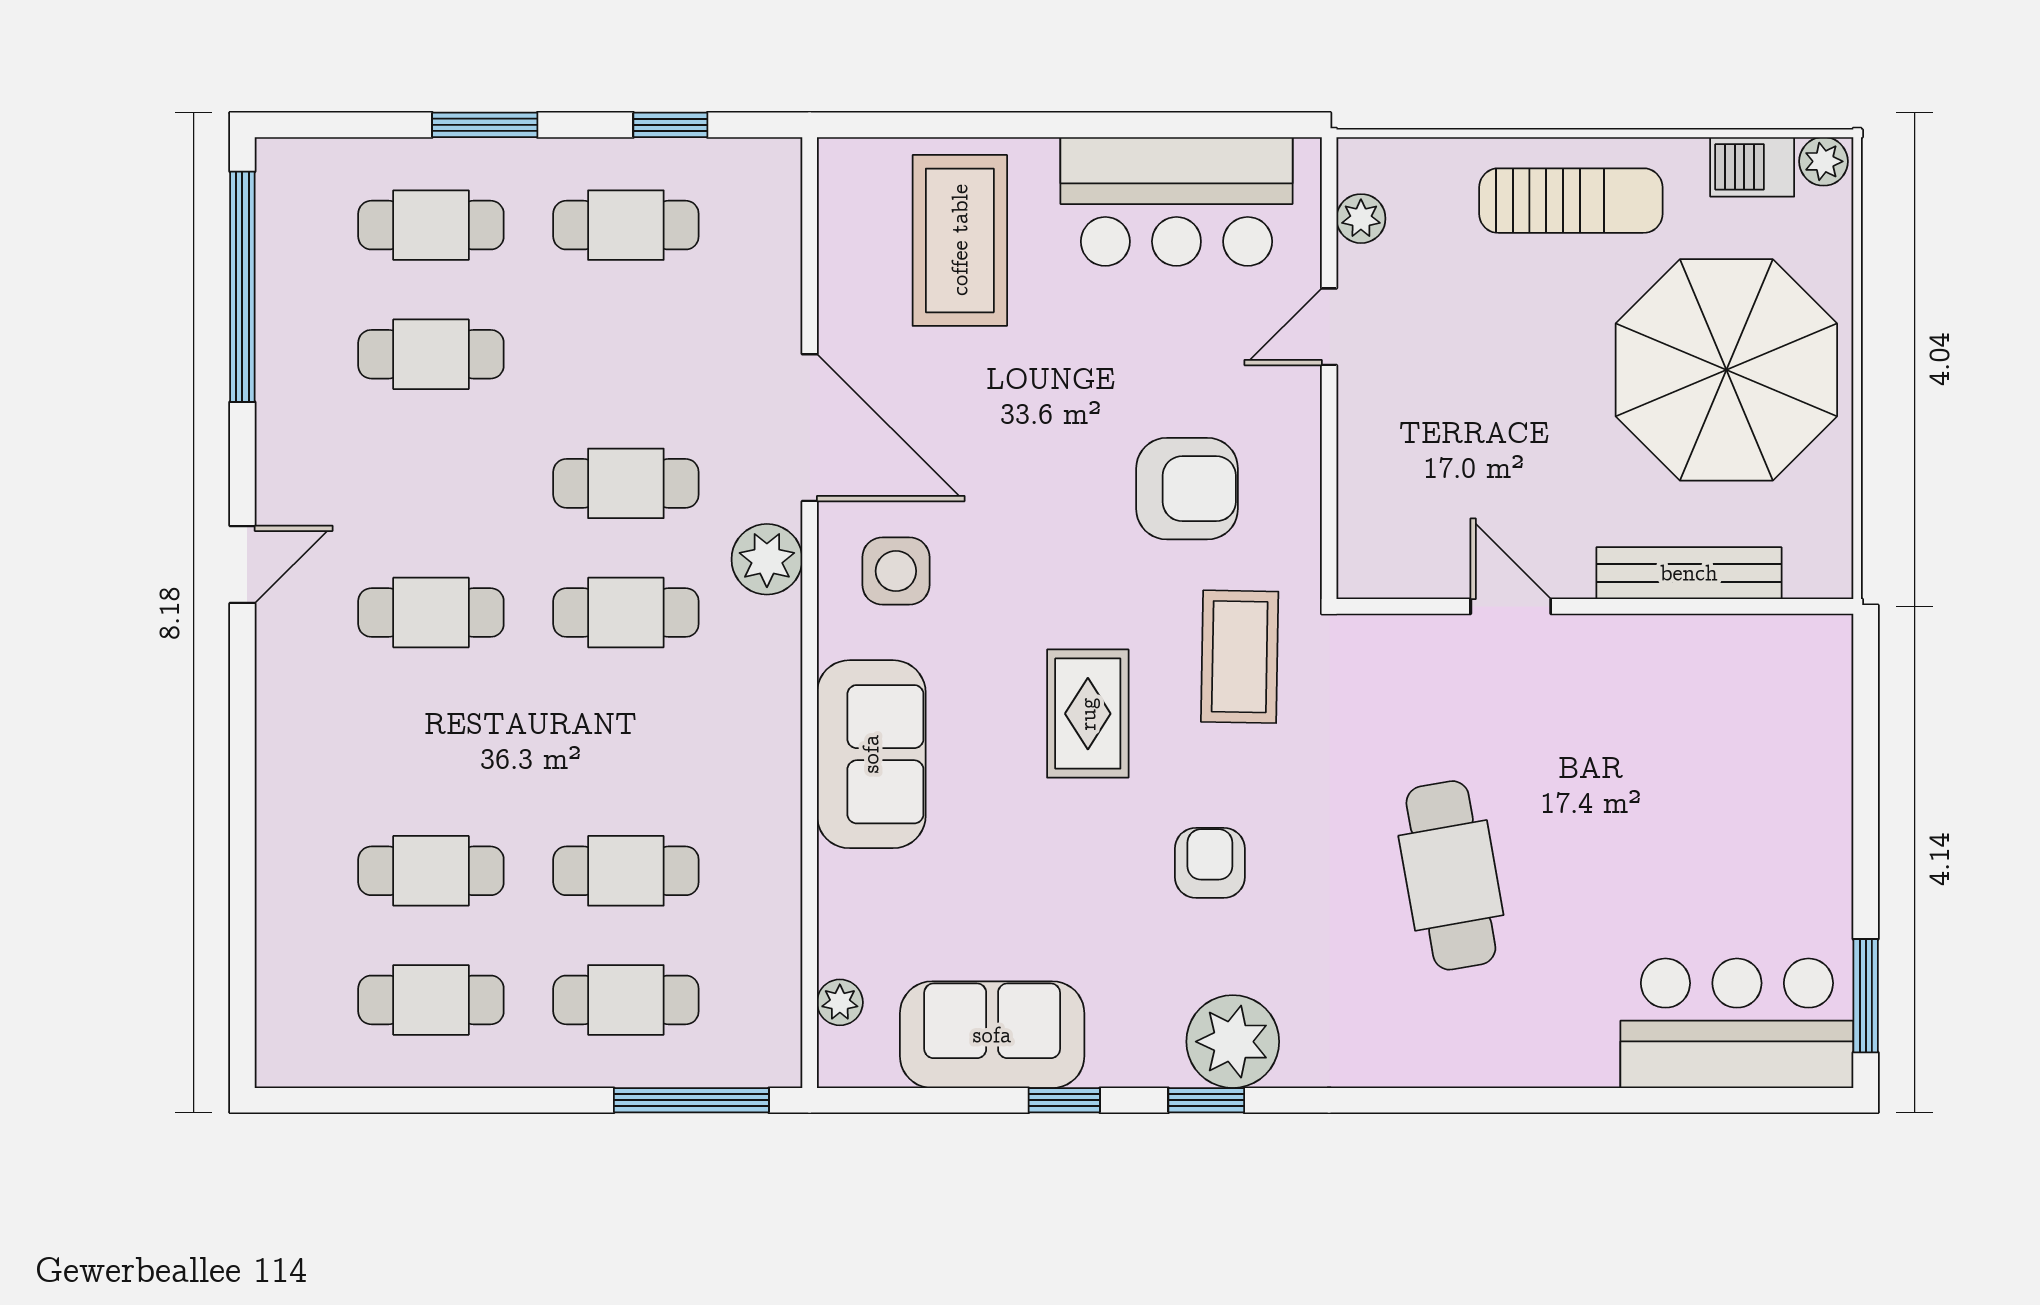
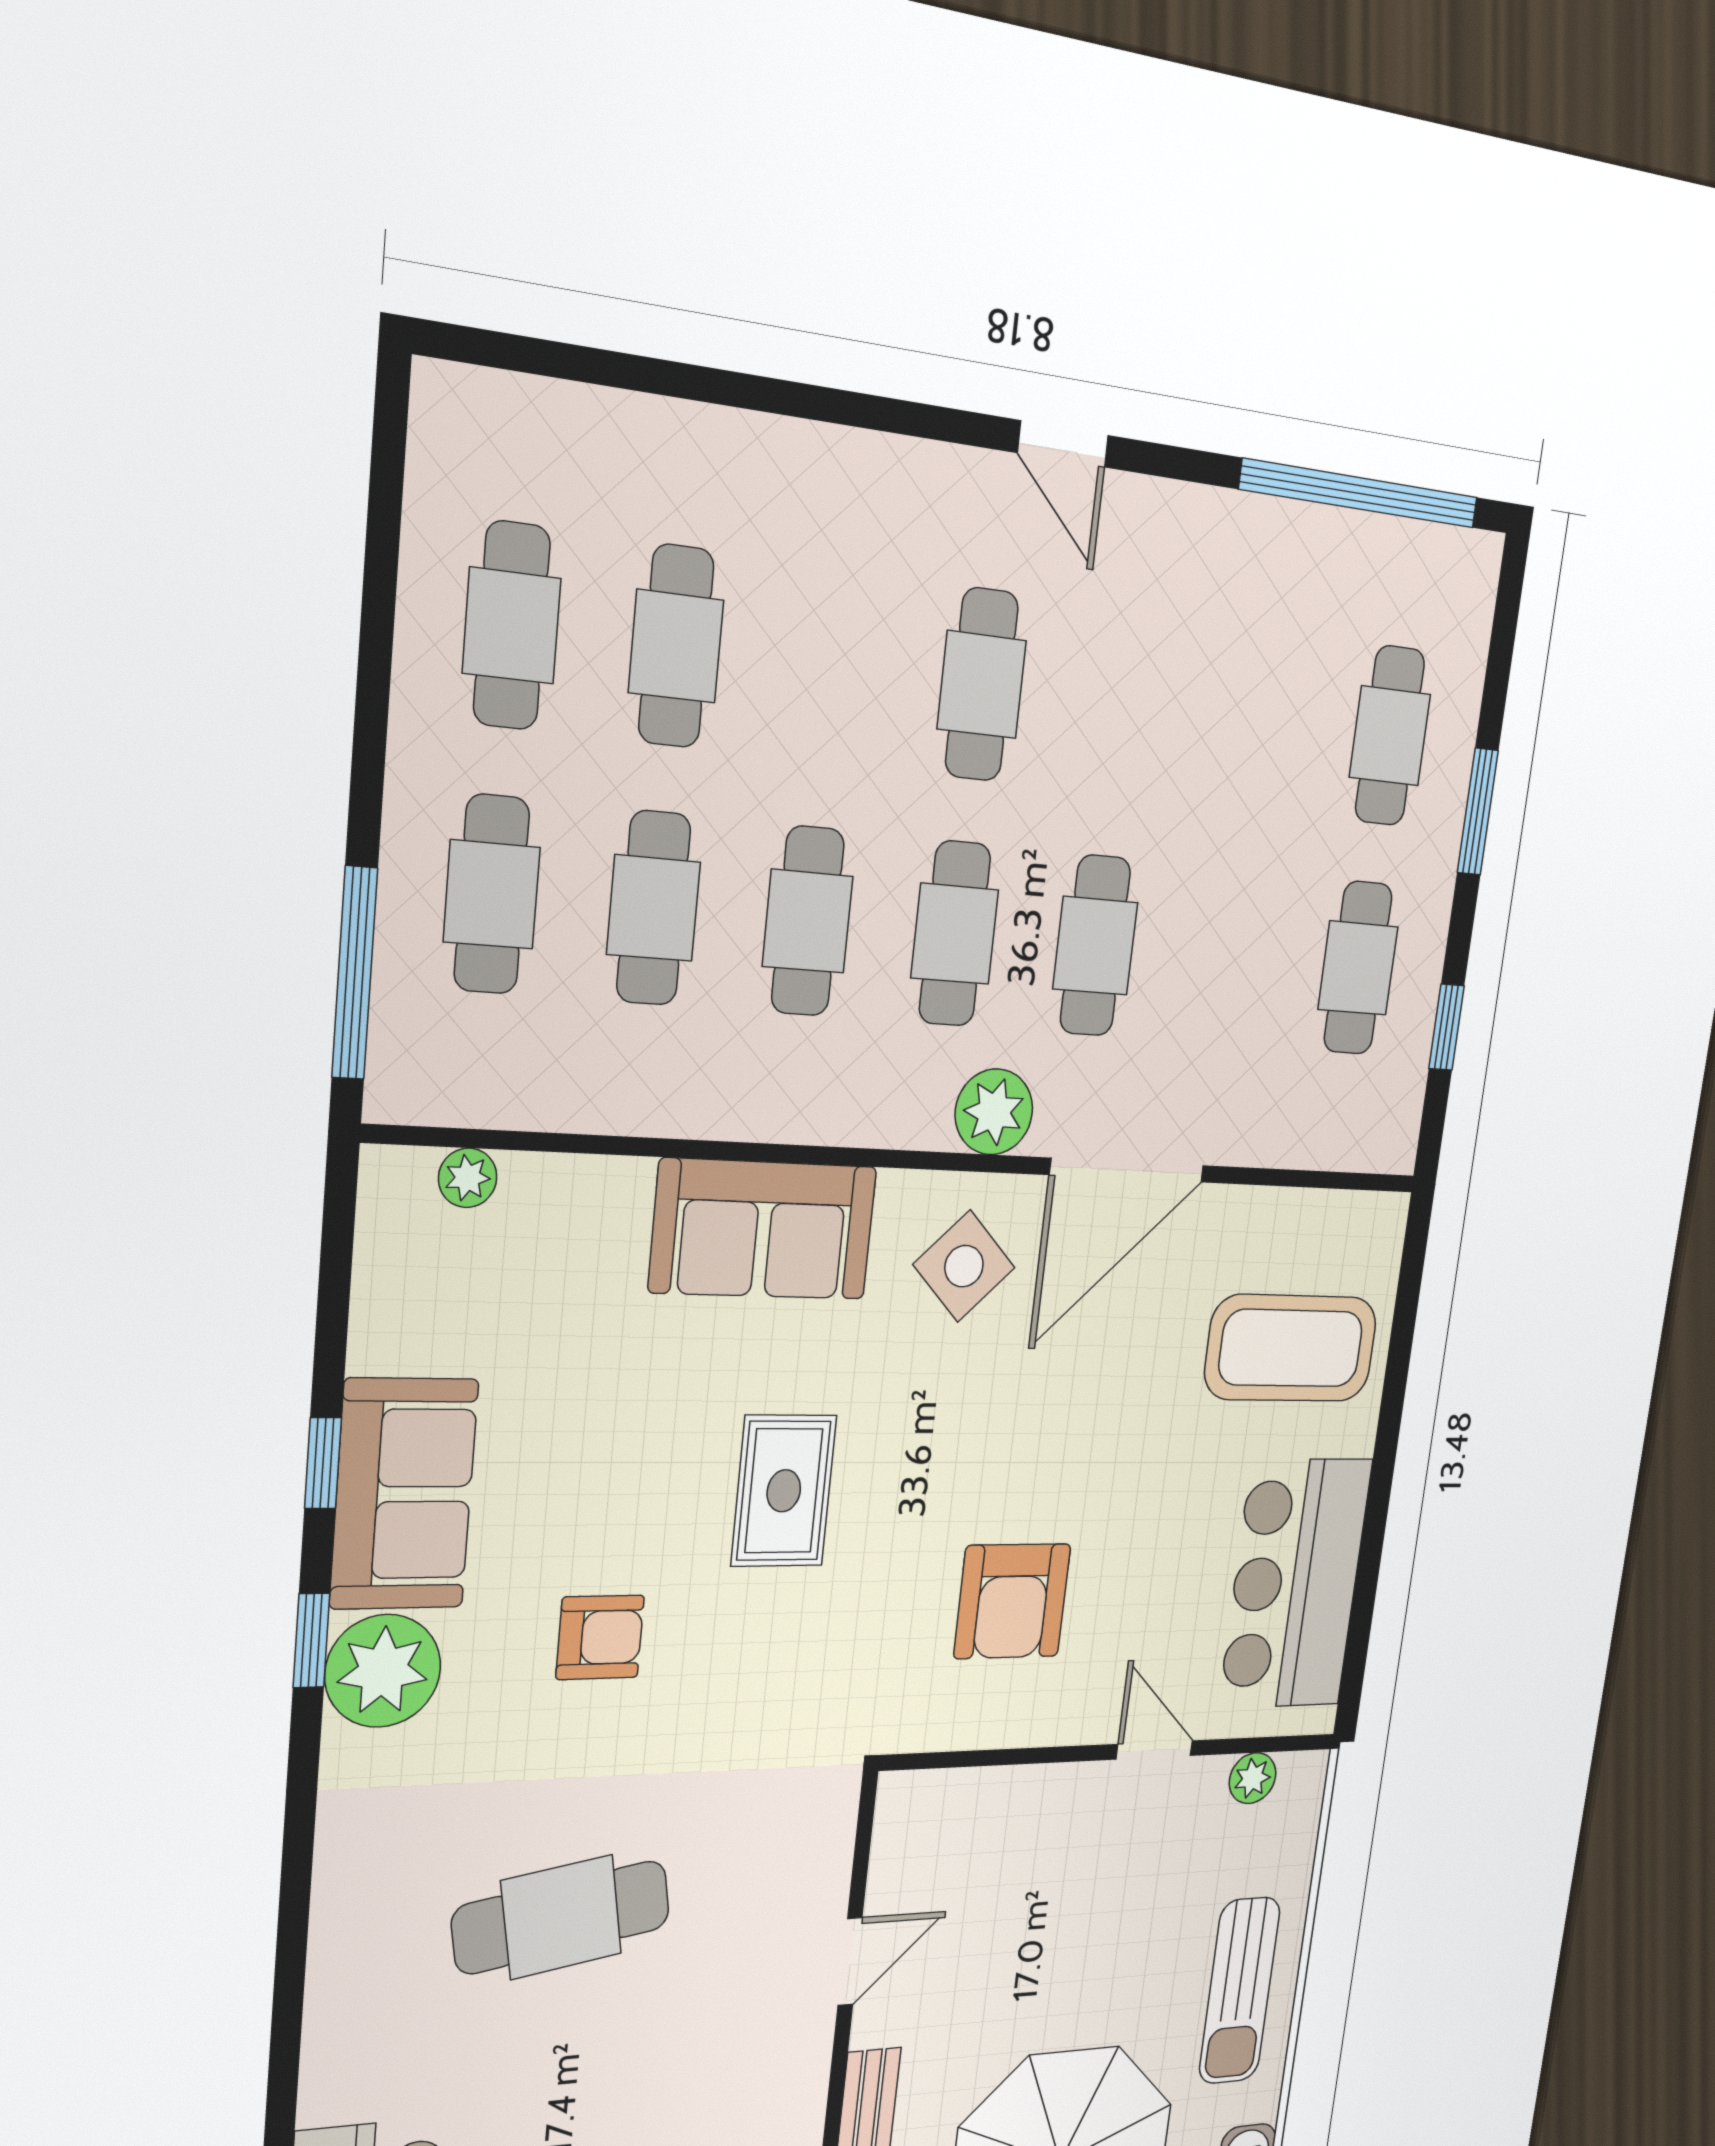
cafe table: (431, 354) -> (808, 921), moved
side table: (896, 571) -> (964, 1266), turned 45
coffee table: (1240, 657) -> (828, 1665), removed
rug: (1088, 714) -> (784, 1491), turned 90
sofa: (992, 1035) -> (404, 1494), moved

